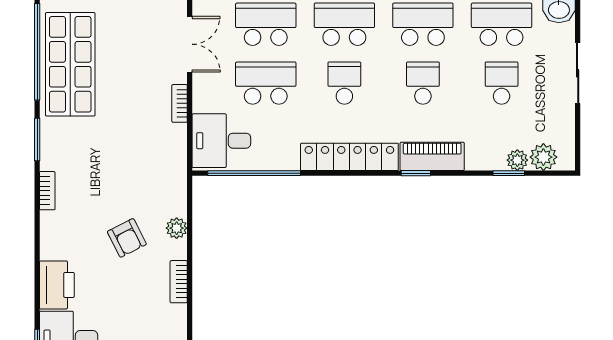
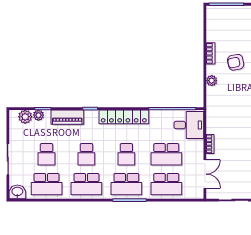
double door: (190, 44) -> (205, 174), swing flipped
piano: (432, 156) -> (67, 117), moved
armchair: (127, 238) -> (236, 62), moved, turned -74

